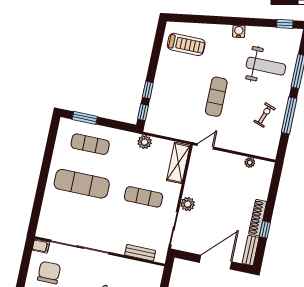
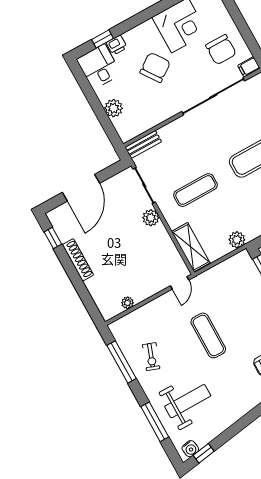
water cooler: (239, 31) -> (190, 449), moved
weight bench: (266, 66) -> (188, 401), turned 180
window: (289, 116) -> (122, 362), moved
window: (265, 230) -> (53, 238), moved
bench: (251, 250) -> (59, 225), removed
bench: (140, 253) -> (143, 144), moved

